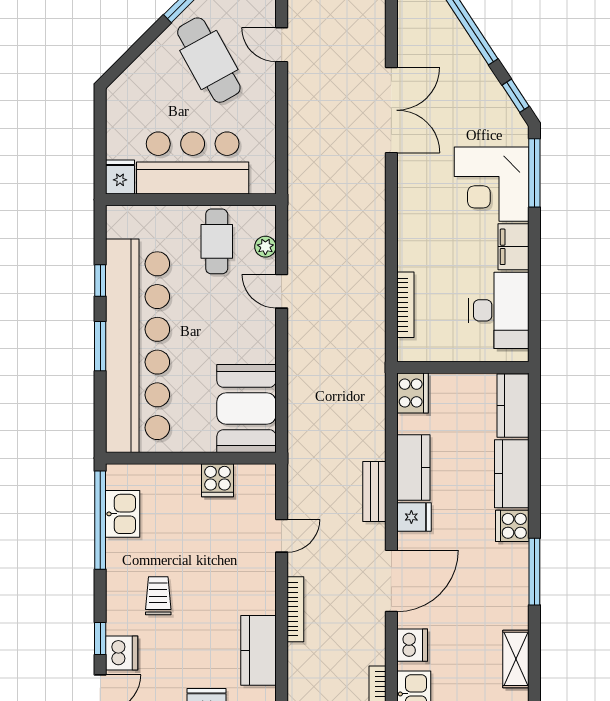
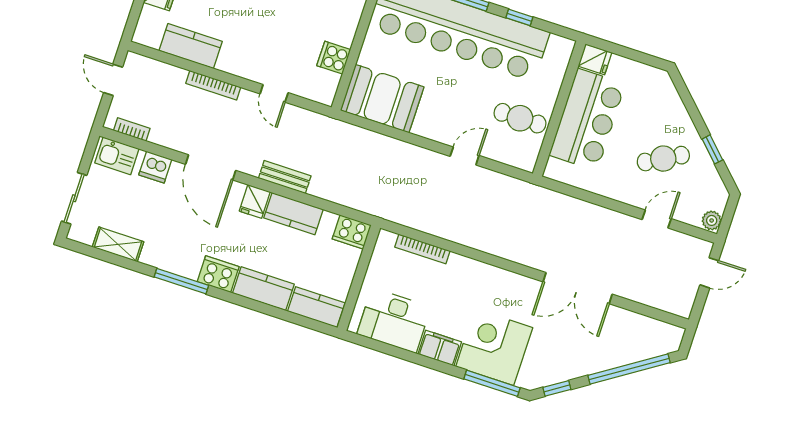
cafe table: (209, 60) -> (663, 159), width x0.73, depth x0.74
plant: (265, 247) -> (503, 155), removed
cooker: (512, 526) -> (218, 274), width x1.36

